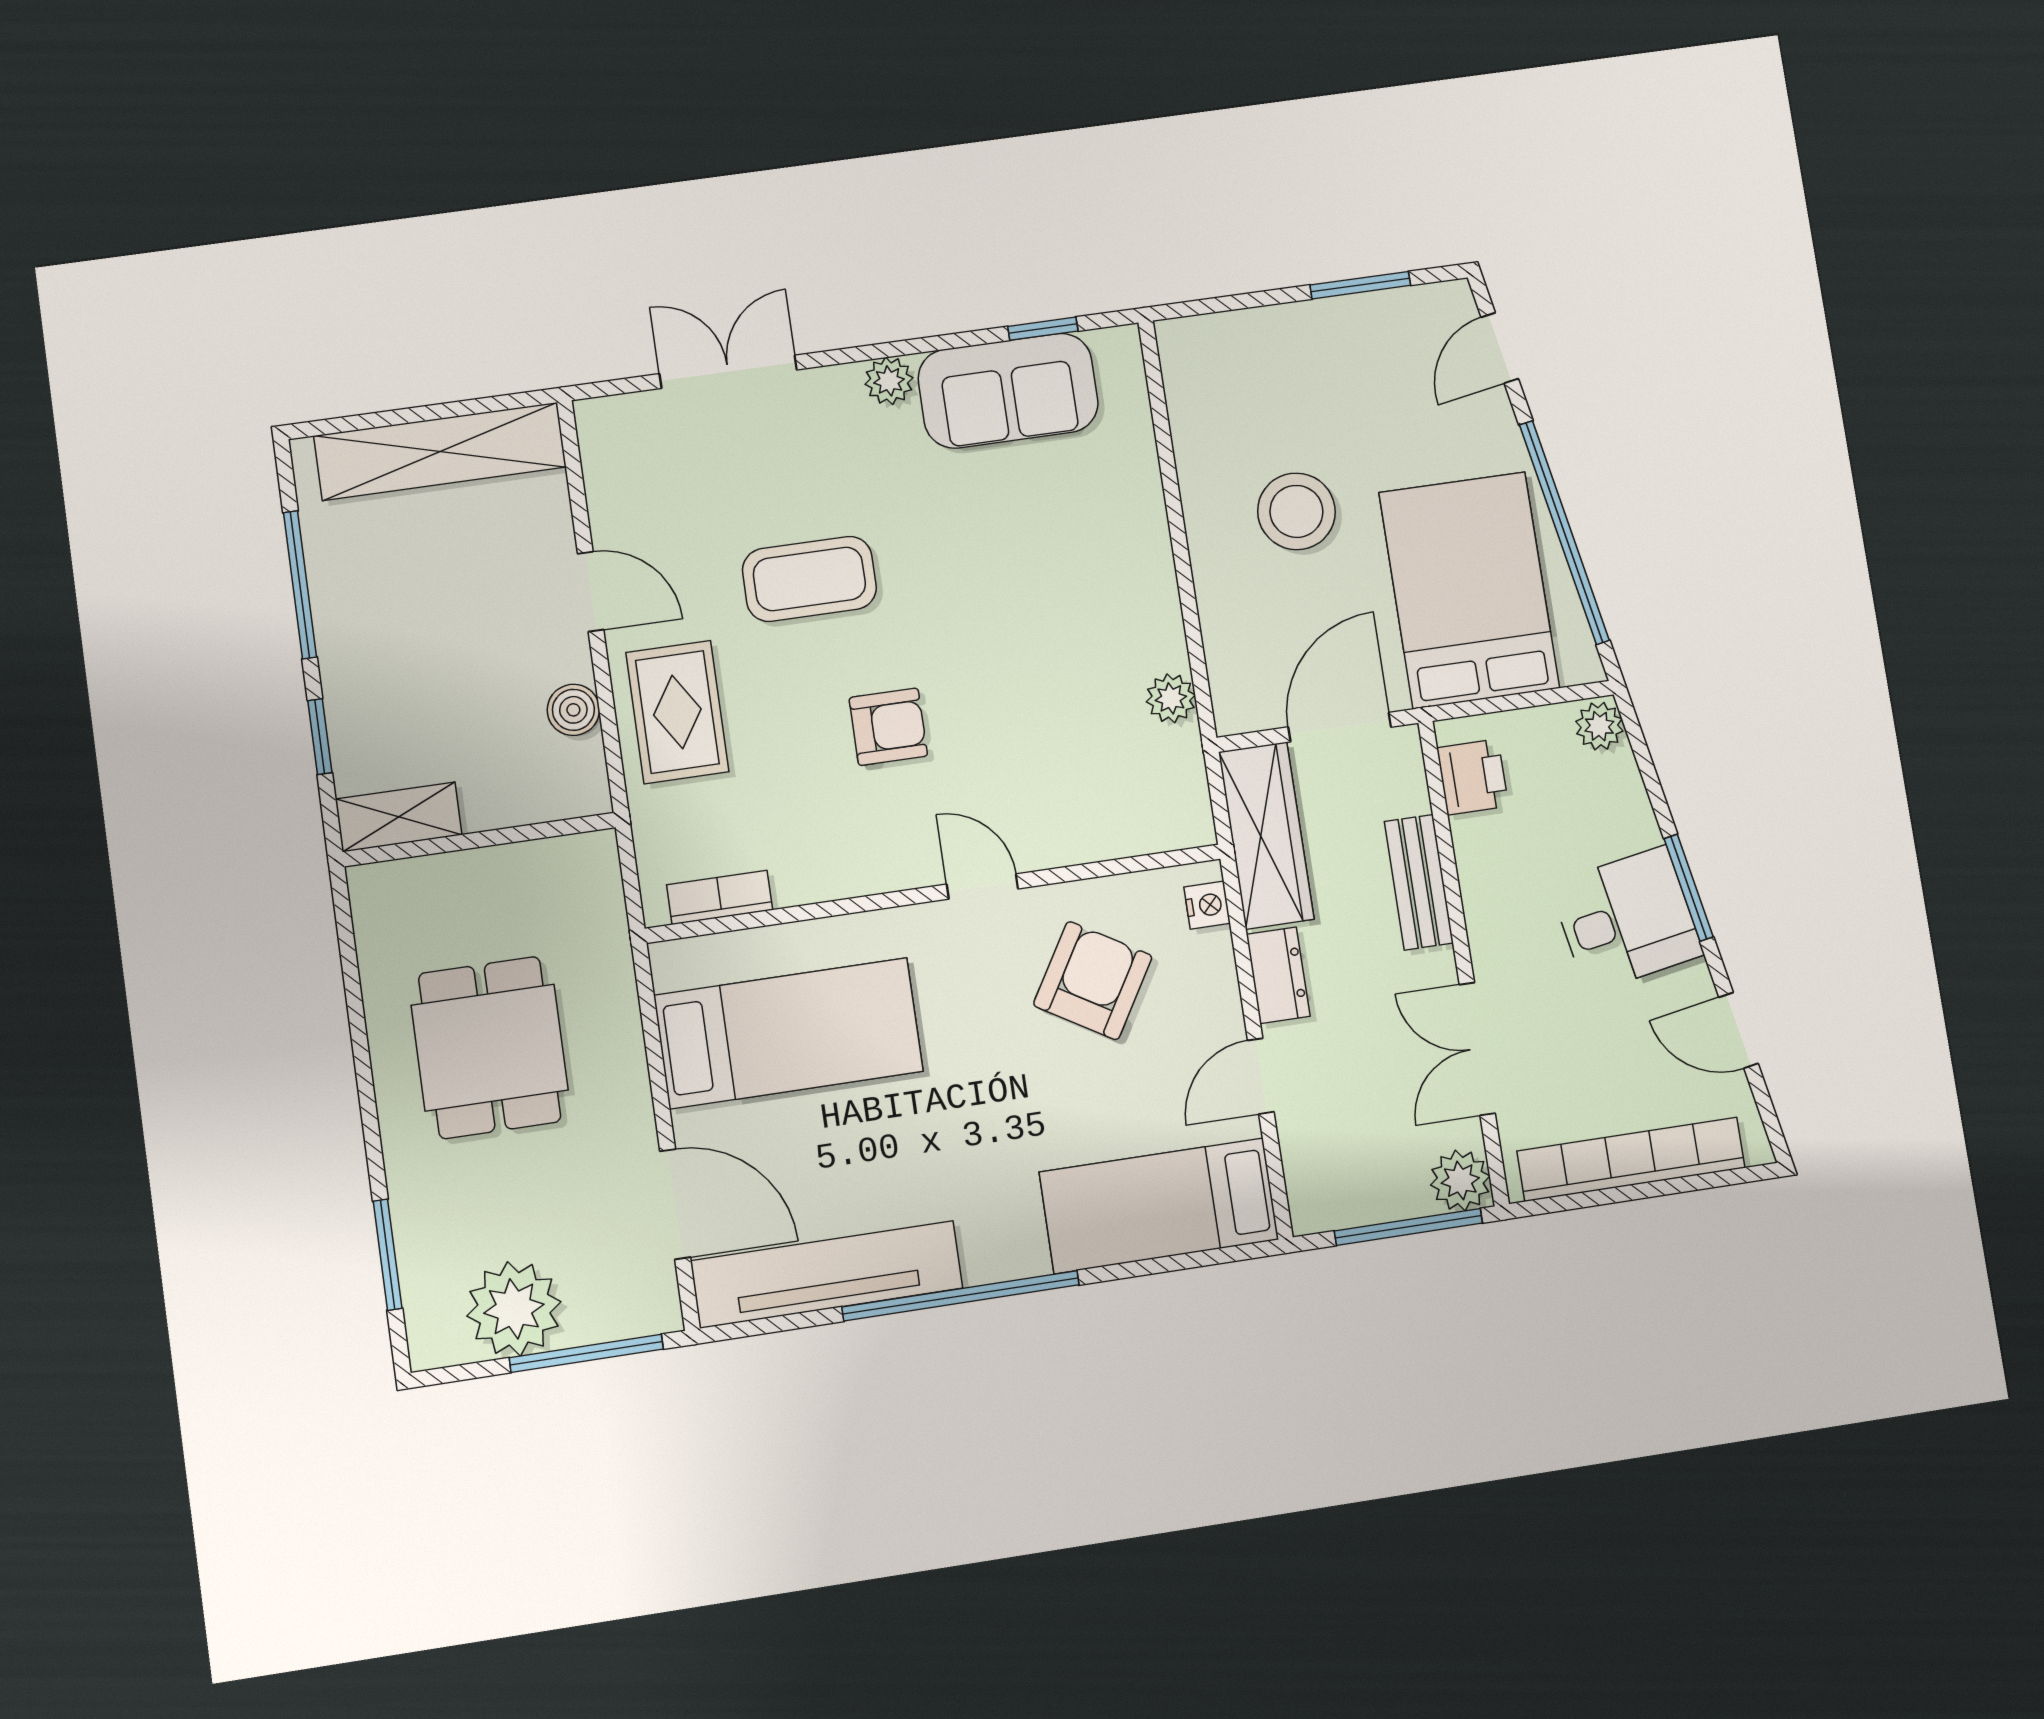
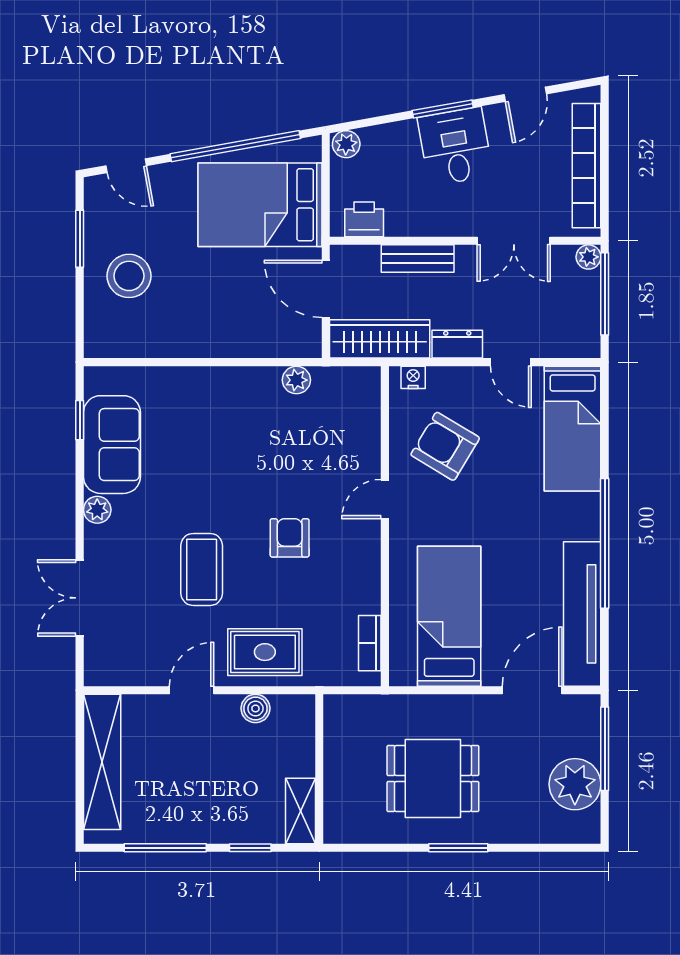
stool: (1296, 511) -> (129, 276), moved
plant: (1460, 1181) -> (588, 257), width x0.73, depth x0.73
window: (388, 1255) -> (458, 848), moved

